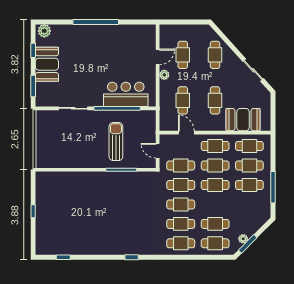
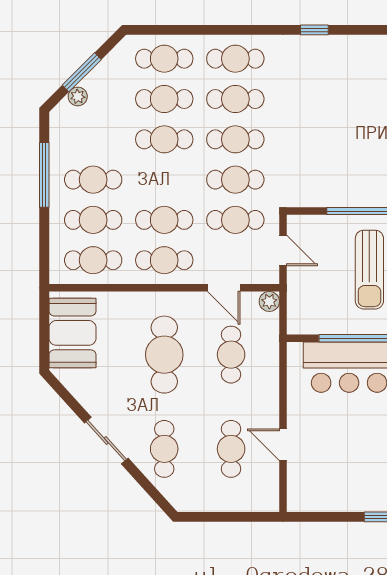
door: (158, 57) -> (283, 445), hinge flipped
sliding door: (253, 70) -> (106, 440), moved
plant: (164, 75) -> (269, 301), moved
cafe table: (215, 100) -> (164, 355), width x1.37, depth x1.35
booth: (243, 120) -> (72, 333), moved, turned 90
cafe table: (215, 185) -> (164, 139), moved
plant: (243, 239) -> (78, 96), moved
window: (248, 244) -> (82, 72), moved
window: (132, 257) -> (314, 30), moved

